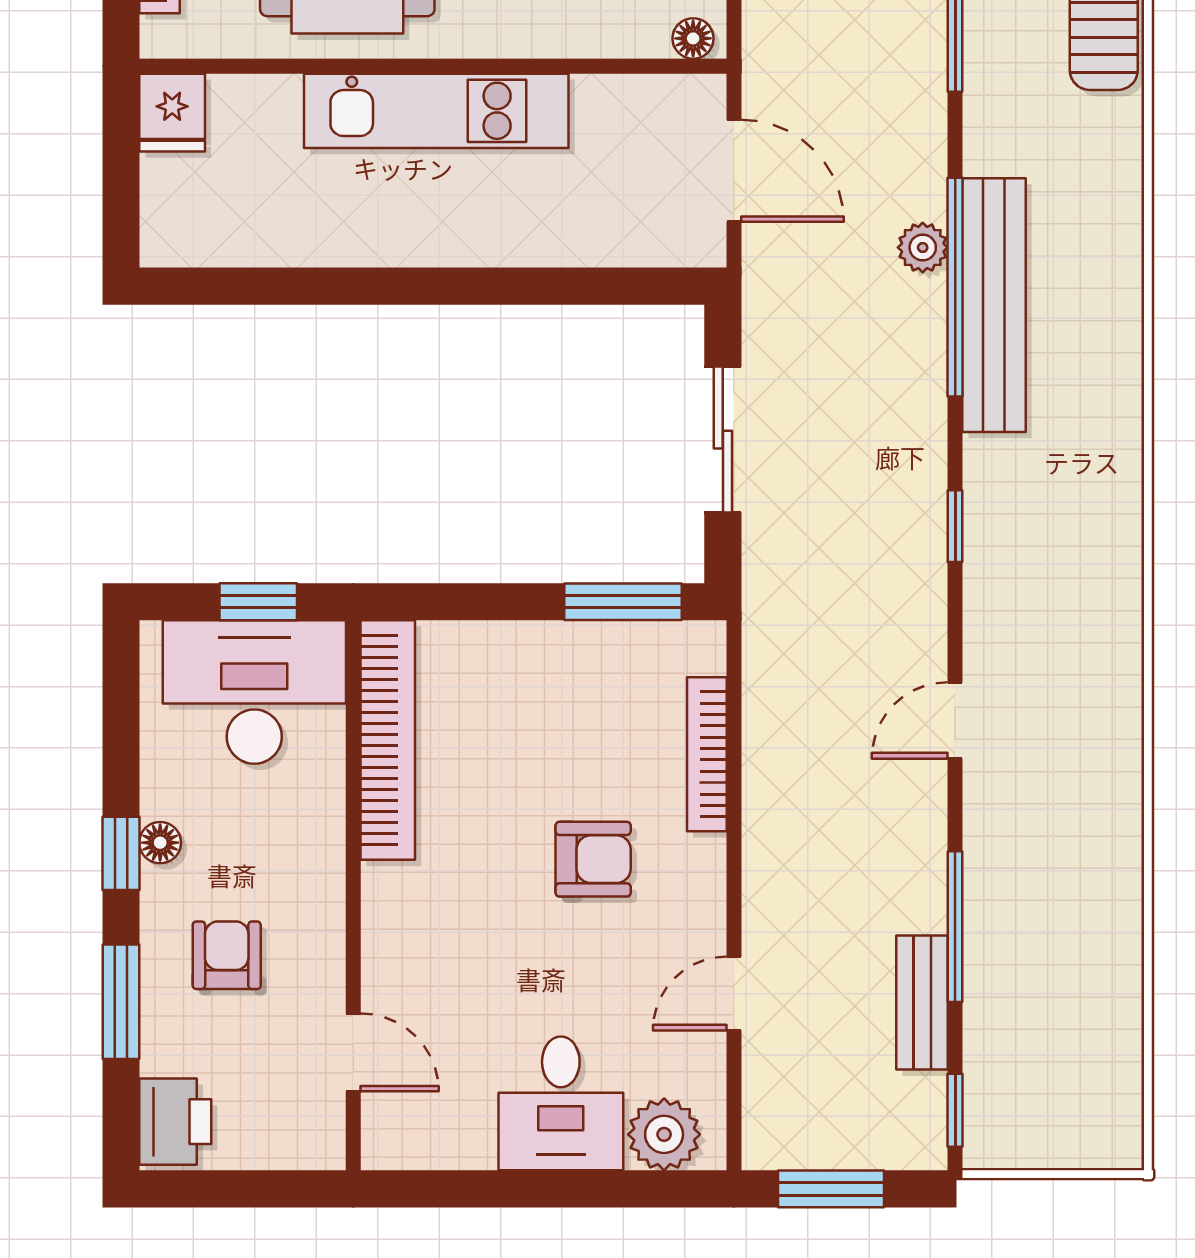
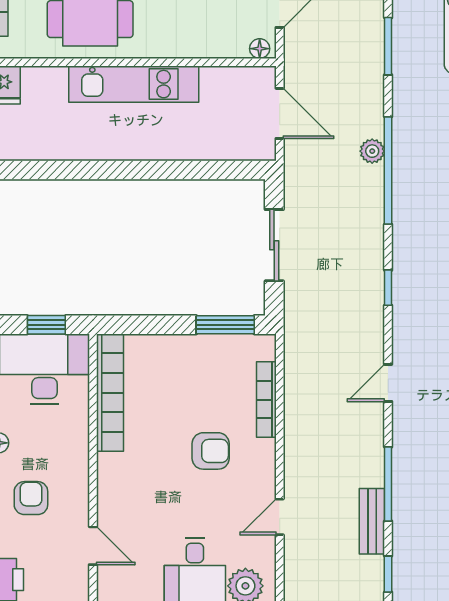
bench: (994, 305) -> (407, 179), removed

